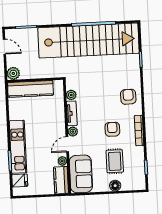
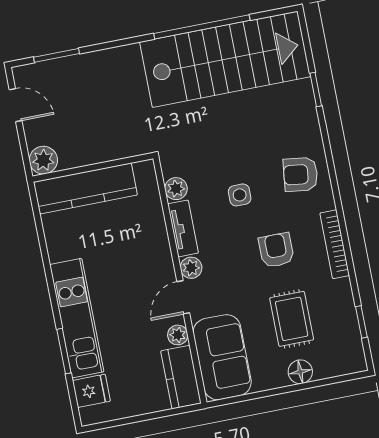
stairs: (88, 41) -> (225, 59), width x0.73
armchair: (128, 97) -> (300, 174), turned -81
side table: (99, 102) -> (240, 195), added

